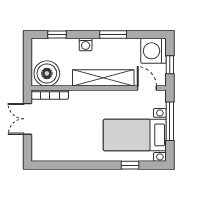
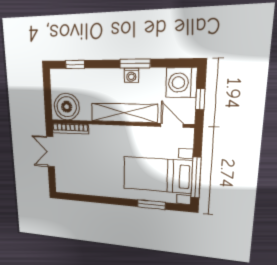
washing machine: (86, 44) -> (131, 75), moved
window: (170, 121) -> (196, 178), moved
window: (130, 165) -> (151, 205), width x1.50

